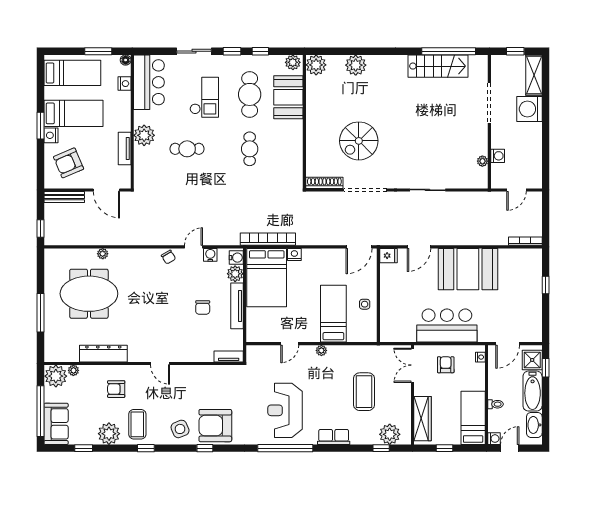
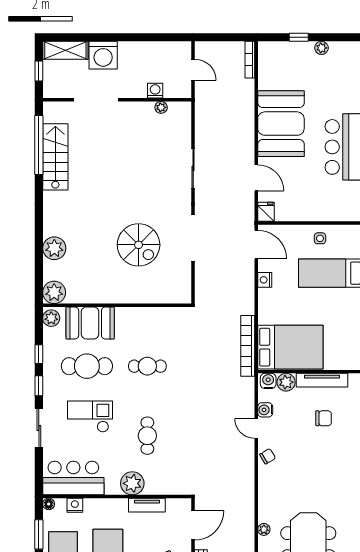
shoe rack: (324, 183) -> (185, 283), removed
nightstand: (294, 255) -> (265, 280), moved
plant: (536, 306) -> (321, 48), added

